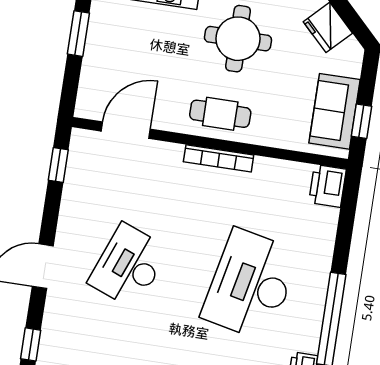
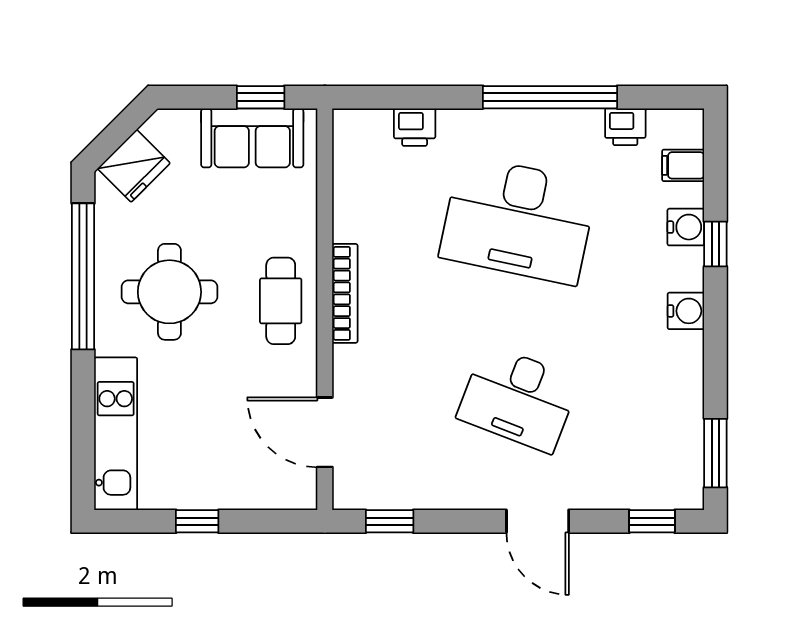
window: (78, 34) -> (197, 521), width x0.67
printer: (327, 186) -> (415, 127), moved, width x0.73, depth x0.81

